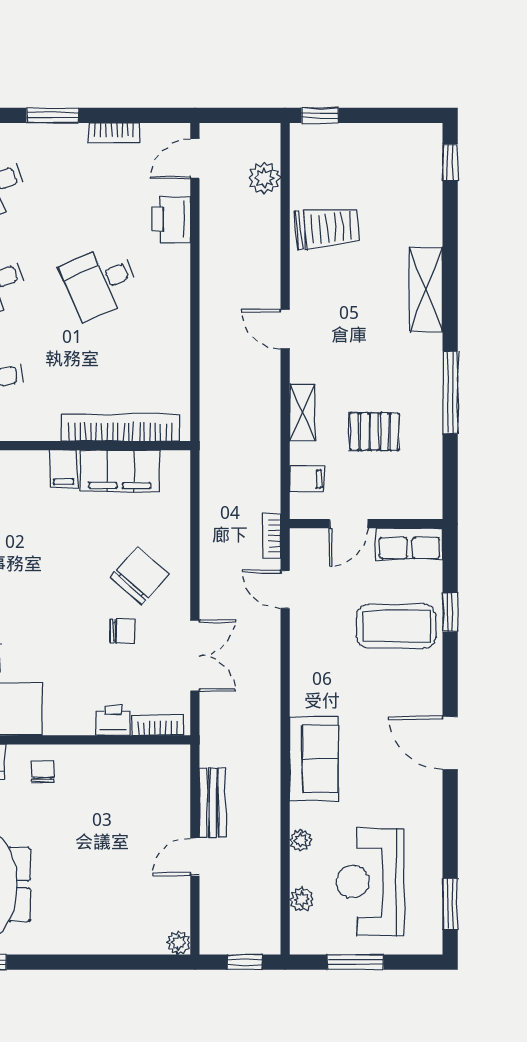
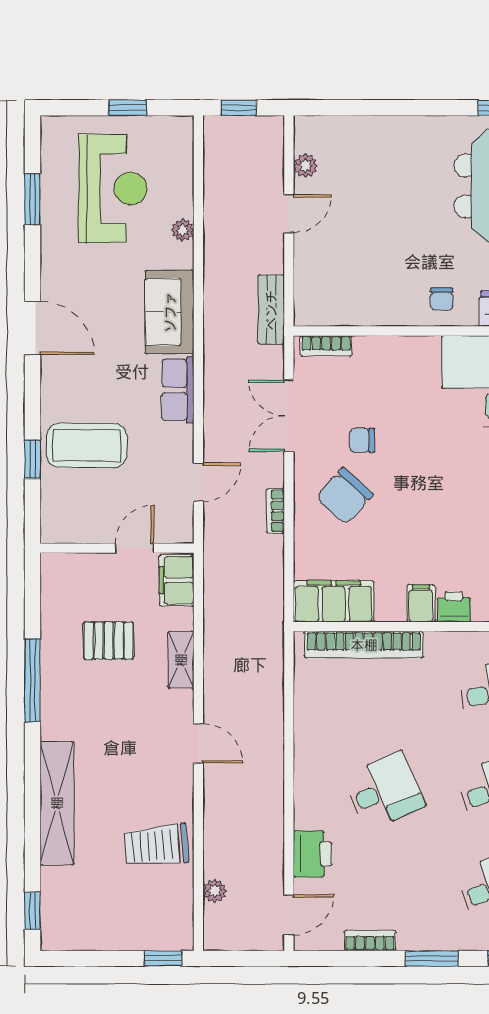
plant: (264, 178) -> (215, 891), width x0.73, depth x0.73
shelving: (426, 289) -> (57, 803), width x1.47
filing cabinet: (120, 471) -> (334, 601), moved
filing cabinet: (307, 479) -> (177, 580), width x2.00
bookcase: (272, 536) -> (275, 511), moved, turned 180
row of seats: (409, 544) -> (178, 390), moved, turned -90
door: (285, 589) -> (198, 482), hinge flipped
printer: (113, 720) -> (454, 607), moved, turned 180
bench: (213, 803) -> (271, 310), moved
plant: (302, 899) -> (182, 171), removed
window: (450, 904) -> (32, 199), moved
plant: (179, 943) -> (305, 166), moved
window: (355, 962) -> (128, 108), width x0.67

